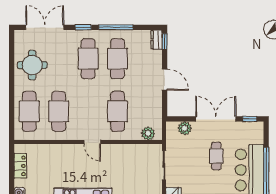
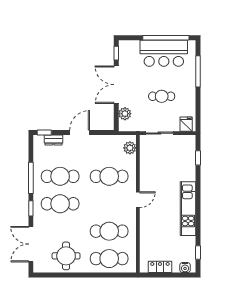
dresser: (157, 40) -> (54, 140), moved
cafe table: (216, 156) -> (162, 96), moved

